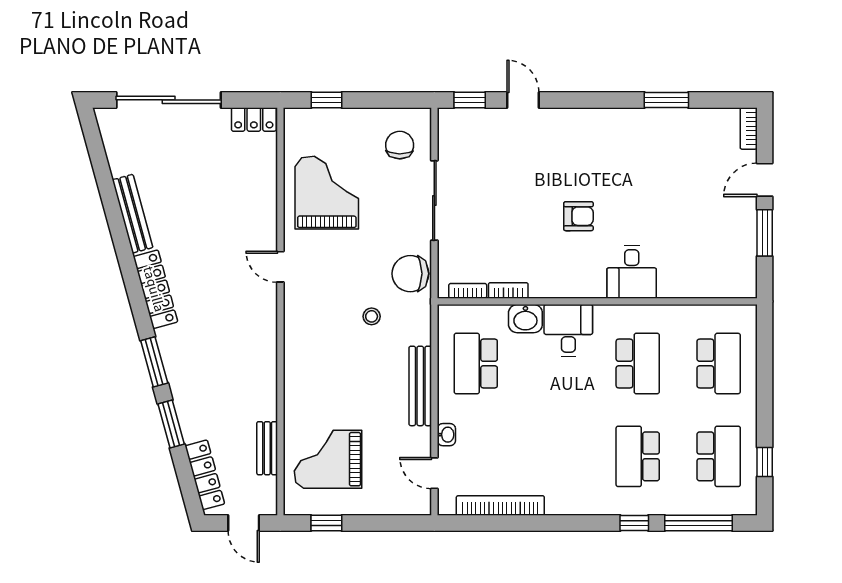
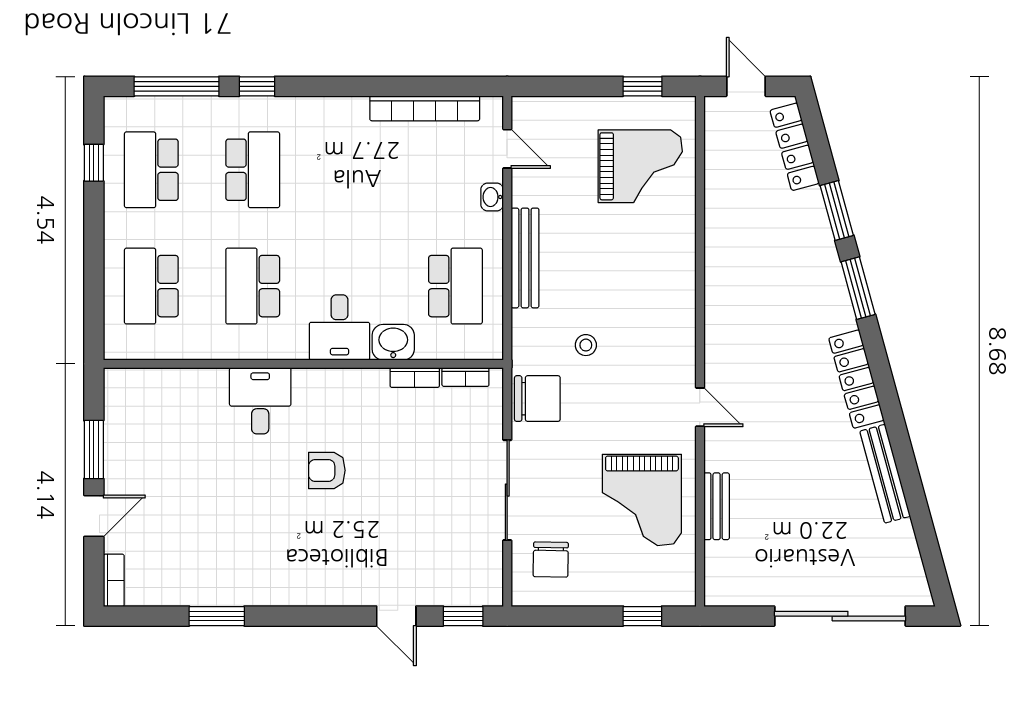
locker: (254, 119) -> (733, 592), removed
bench: (267, 448) -> (717, 506), moved

